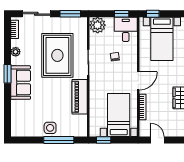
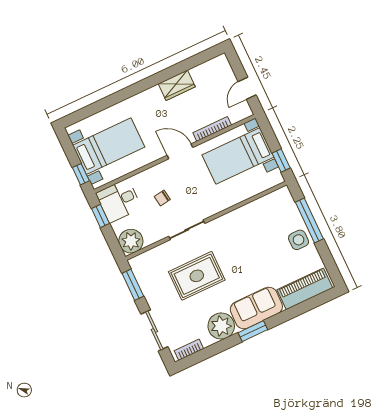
plant: (16, 52) -> (221, 326), width x1.87, depth x1.87
rug: (57, 55) -> (197, 276), width x0.73, depth x0.69
piano: (80, 97) -> (305, 289), moved, turned 180

